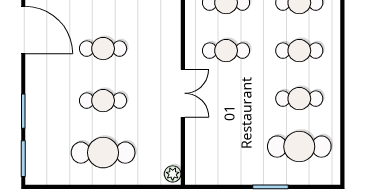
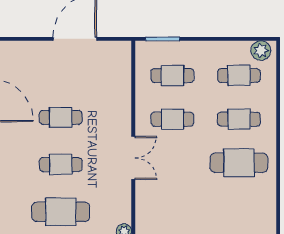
cafe table: (299, 99) -> (239, 163), width x1.37, depth x1.35
cafe table: (299, 147) -> (239, 206), removed

